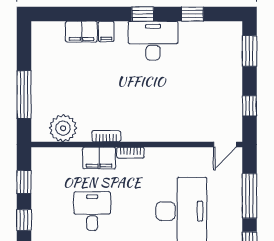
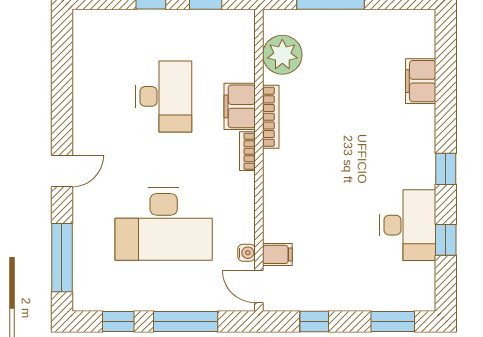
filing cabinet: (106, 31) -> (277, 254), moved, turned 180
desk: (153, 41) -> (408, 225), moved
bookcase: (106, 136) -> (271, 117), width x1.56
water cooler: (201, 153) -> (246, 253), added
desk: (92, 211) -> (164, 96), width x1.37

